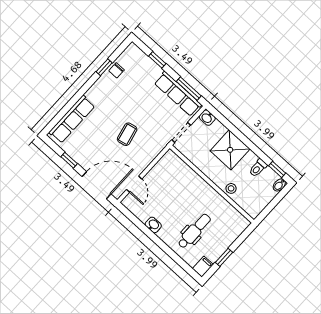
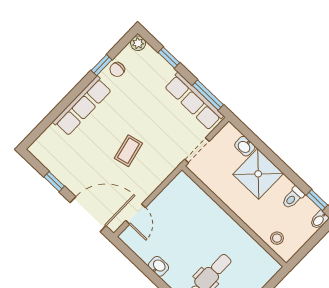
plant: (132, 49) -> (138, 43), added
washbasin: (207, 118) -> (245, 146), moved
row of seats: (72, 119) -> (82, 106), moved
stool: (231, 188) -> (277, 238), moved

